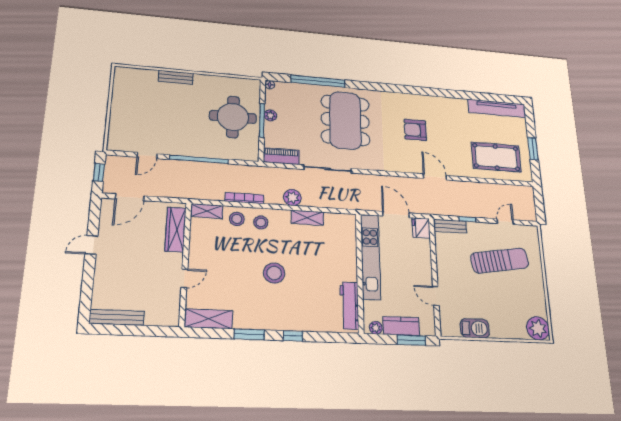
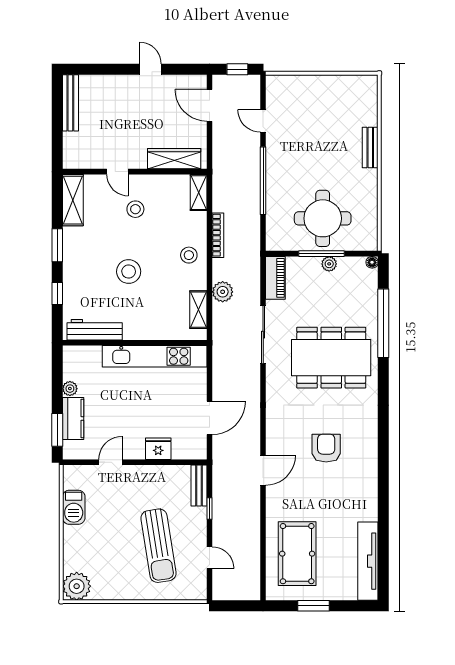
stool: (237, 219) -> (135, 209), moved
fridge: (421, 228) -> (158, 449), moved
kitchen unit: (370, 256) -> (155, 356), moved
wall: (360, 272) -> (135, 343), moved
workbench: (349, 306) -> (95, 330), moved

